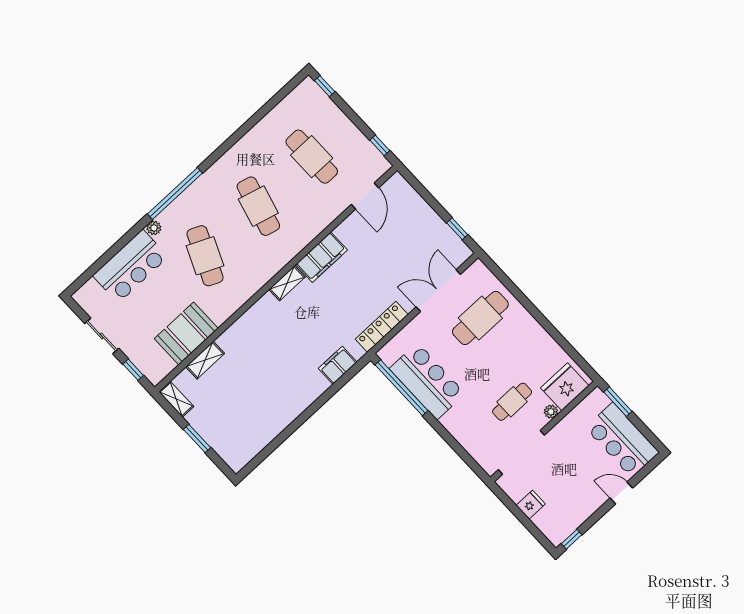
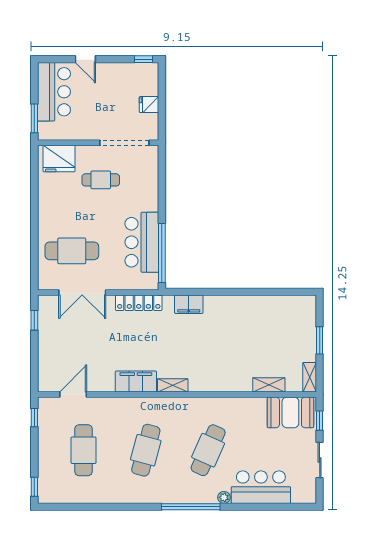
booth: (186, 334) -> (290, 412), moved
plant: (551, 412) -> (82, 151), removed

